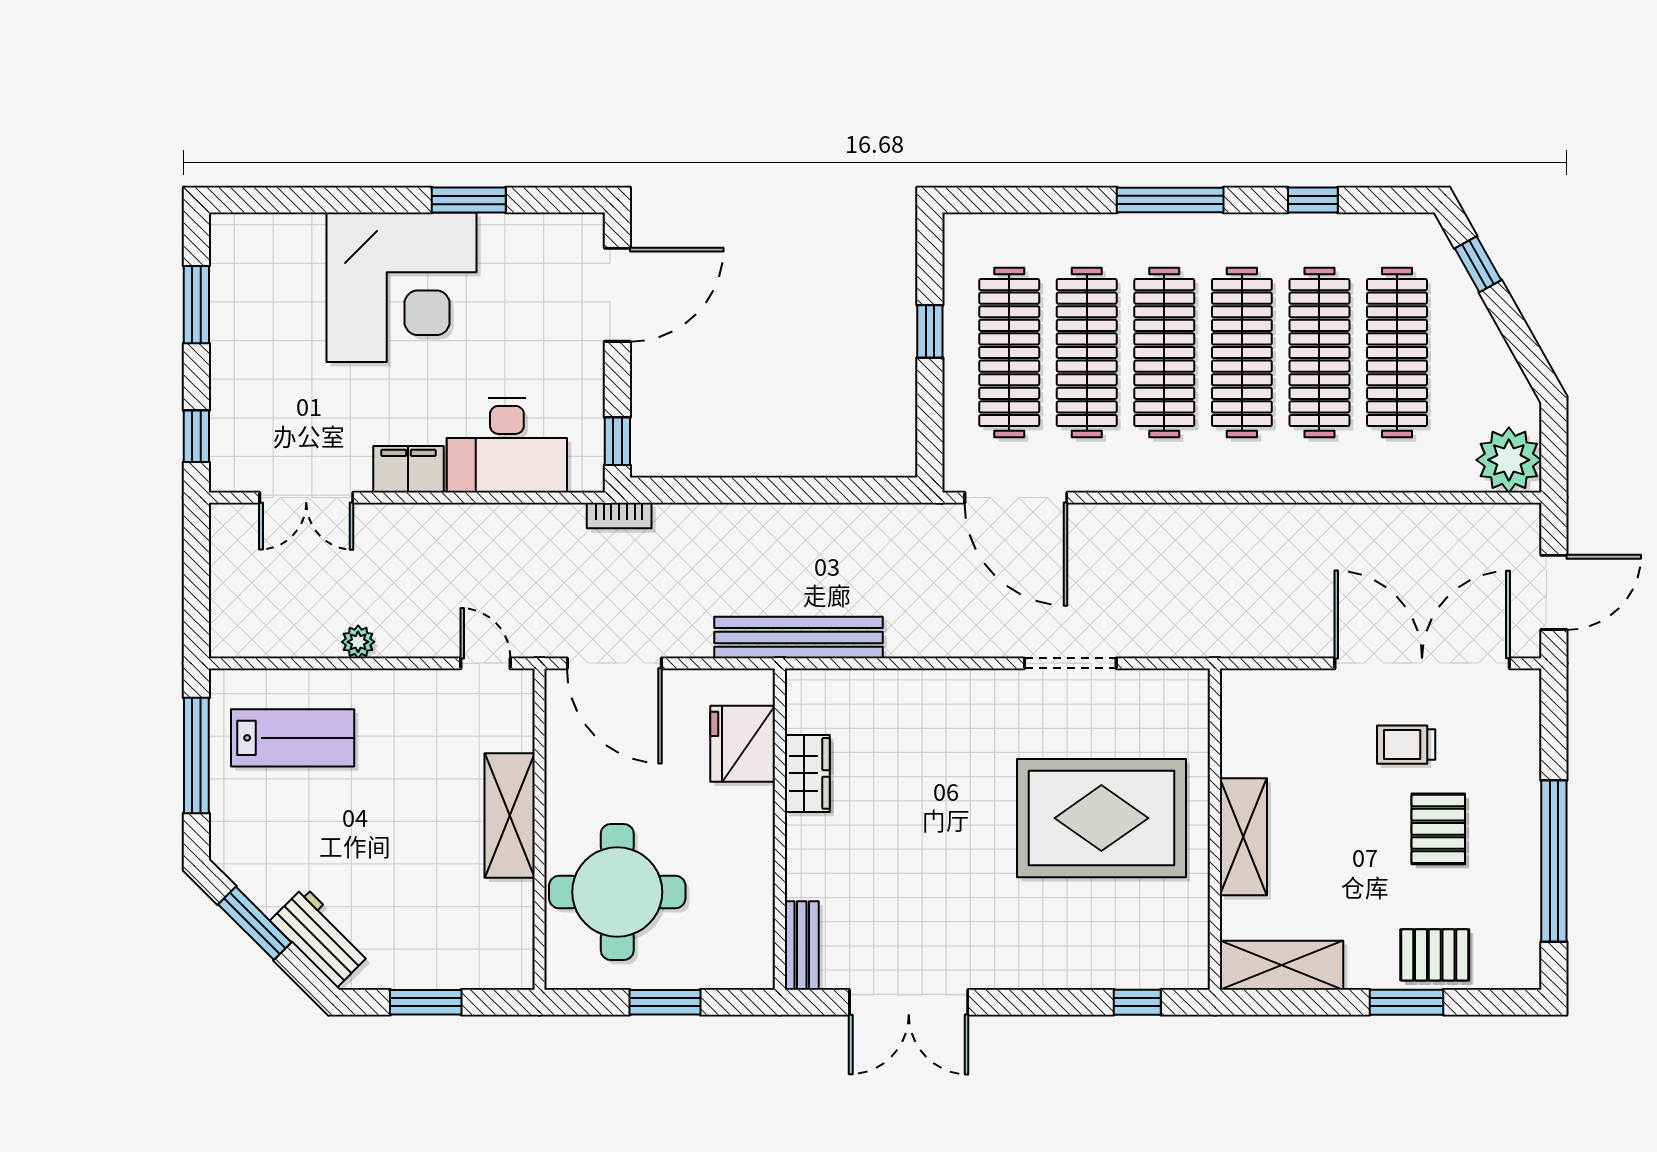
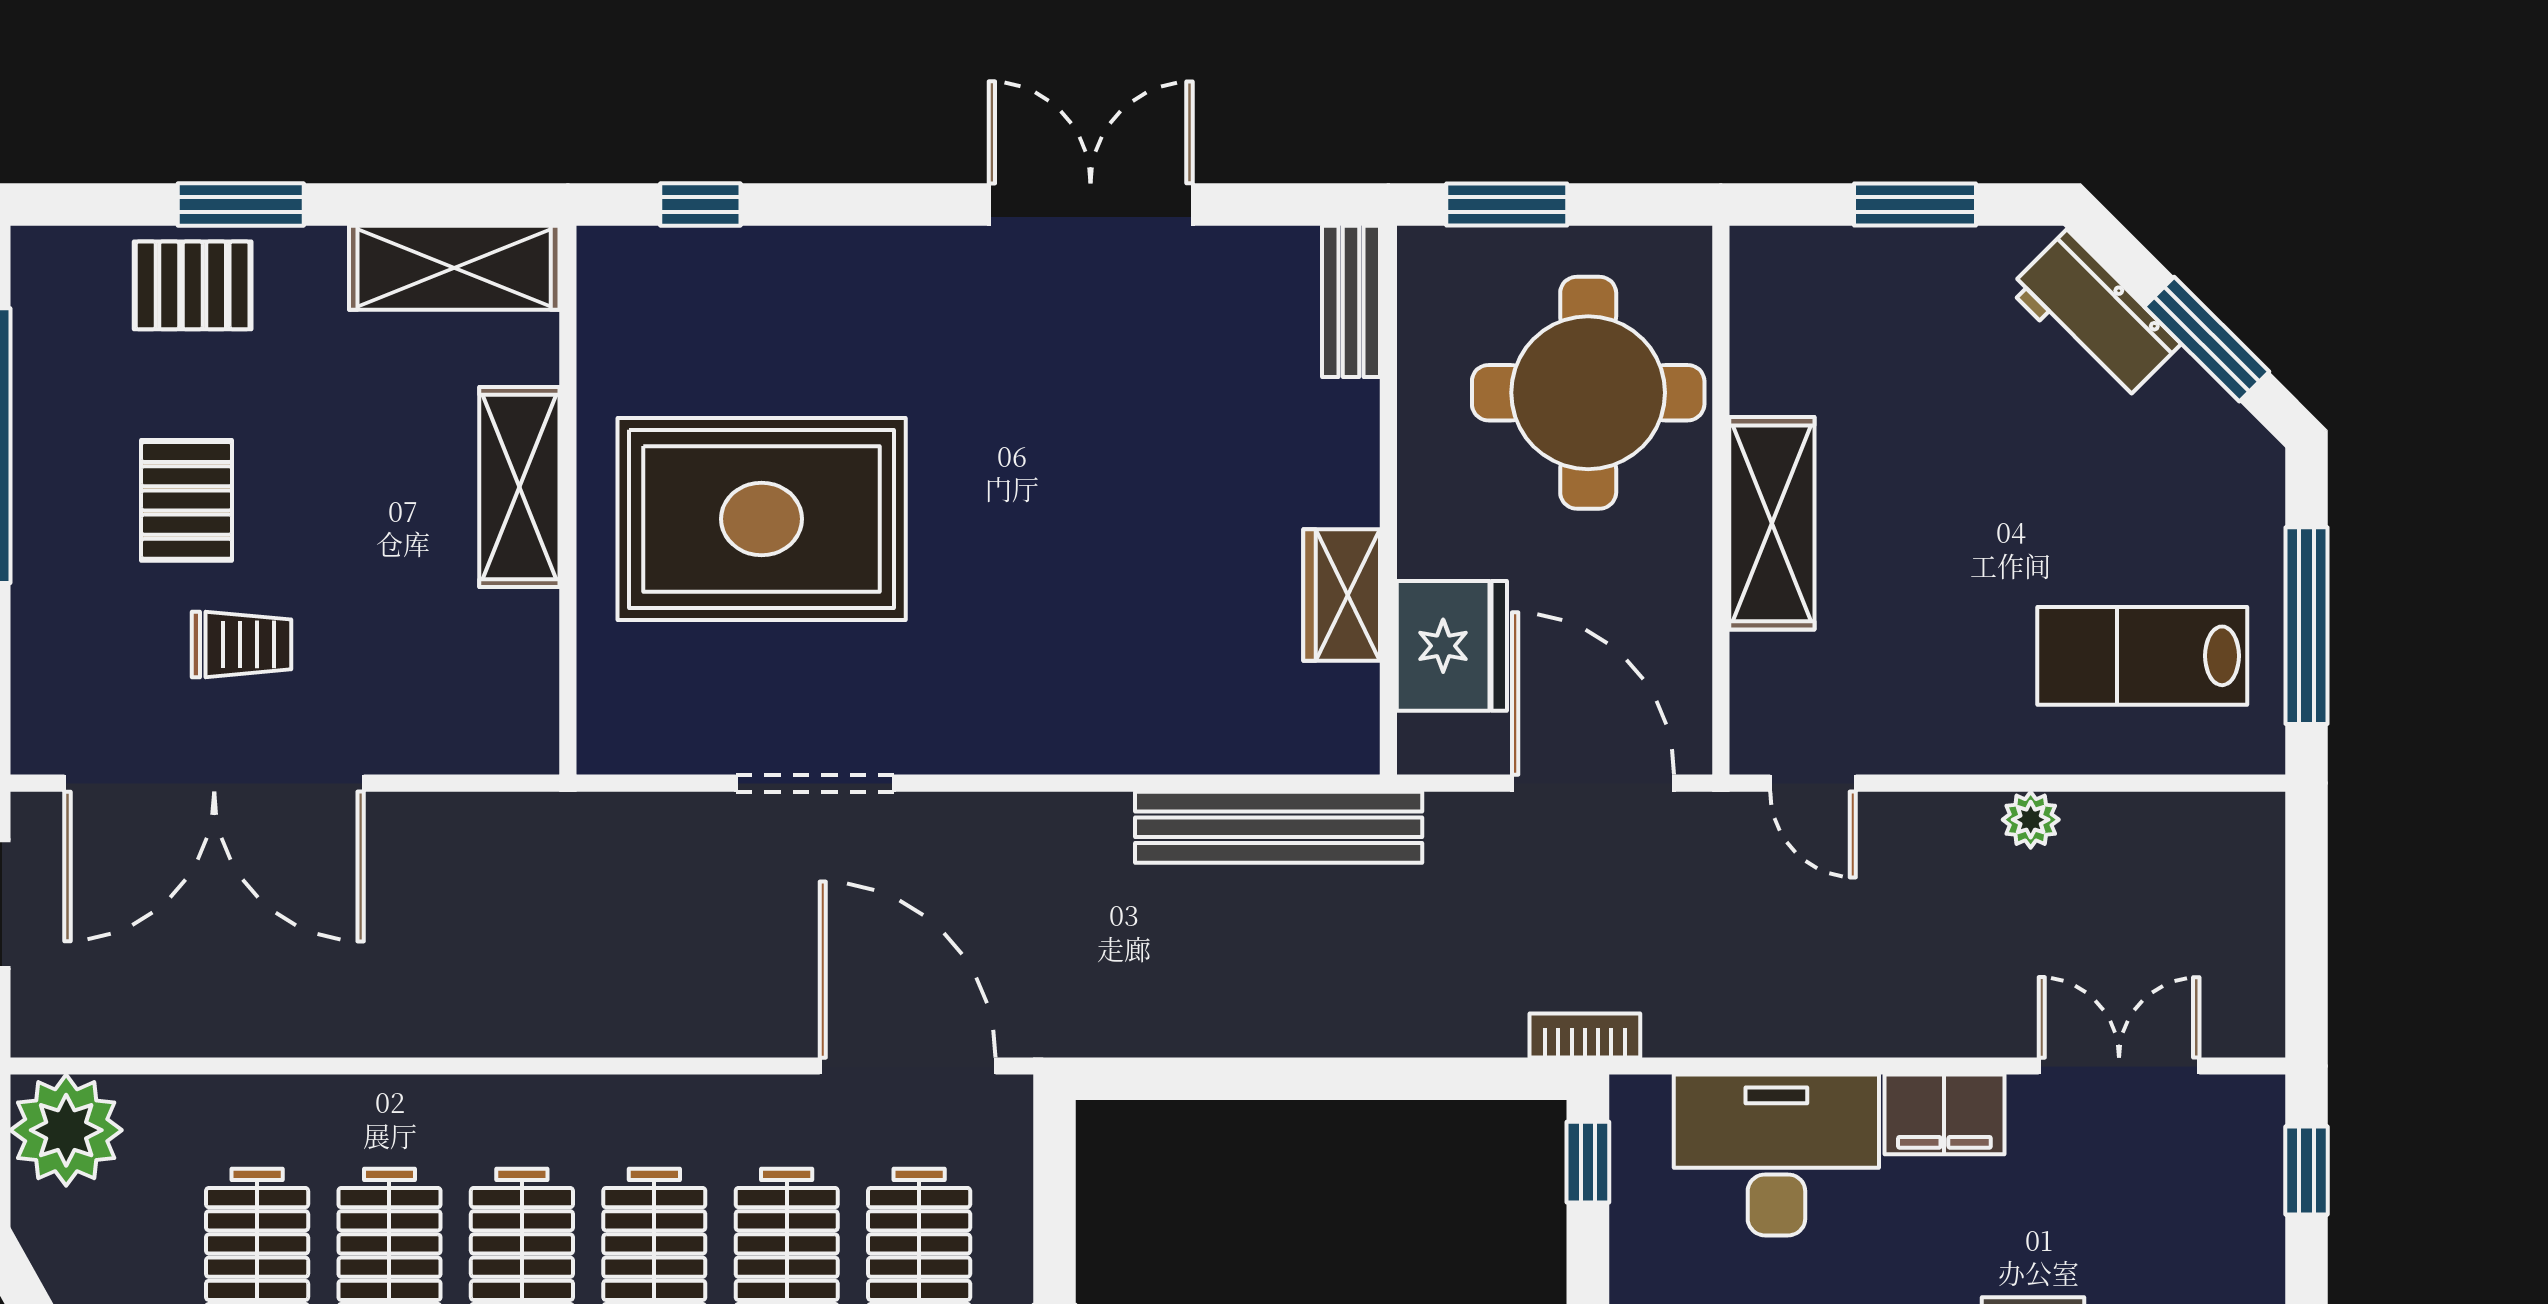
fridge: (743, 744) -> (1452, 646), moved
wardrobe: (807, 773) -> (1342, 595), moved
wall: (780, 829) -> (1388, 500), moved
bench: (802, 946) -> (1351, 301), moved

